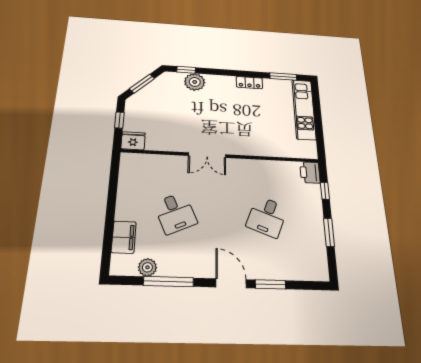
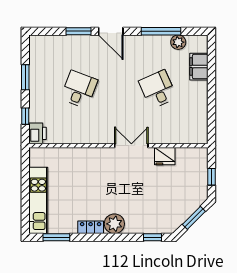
plant: (195, 82) -> (114, 224), moved
fridge: (133, 141) -> (165, 156), moved

